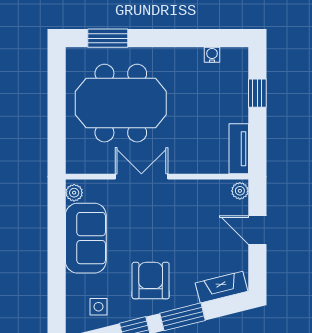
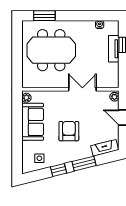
tv unit: (239, 149) -> (114, 49), moved
double door: (141, 177) -> (82, 89), moved
armchair: (151, 281) -> (69, 131), moved

